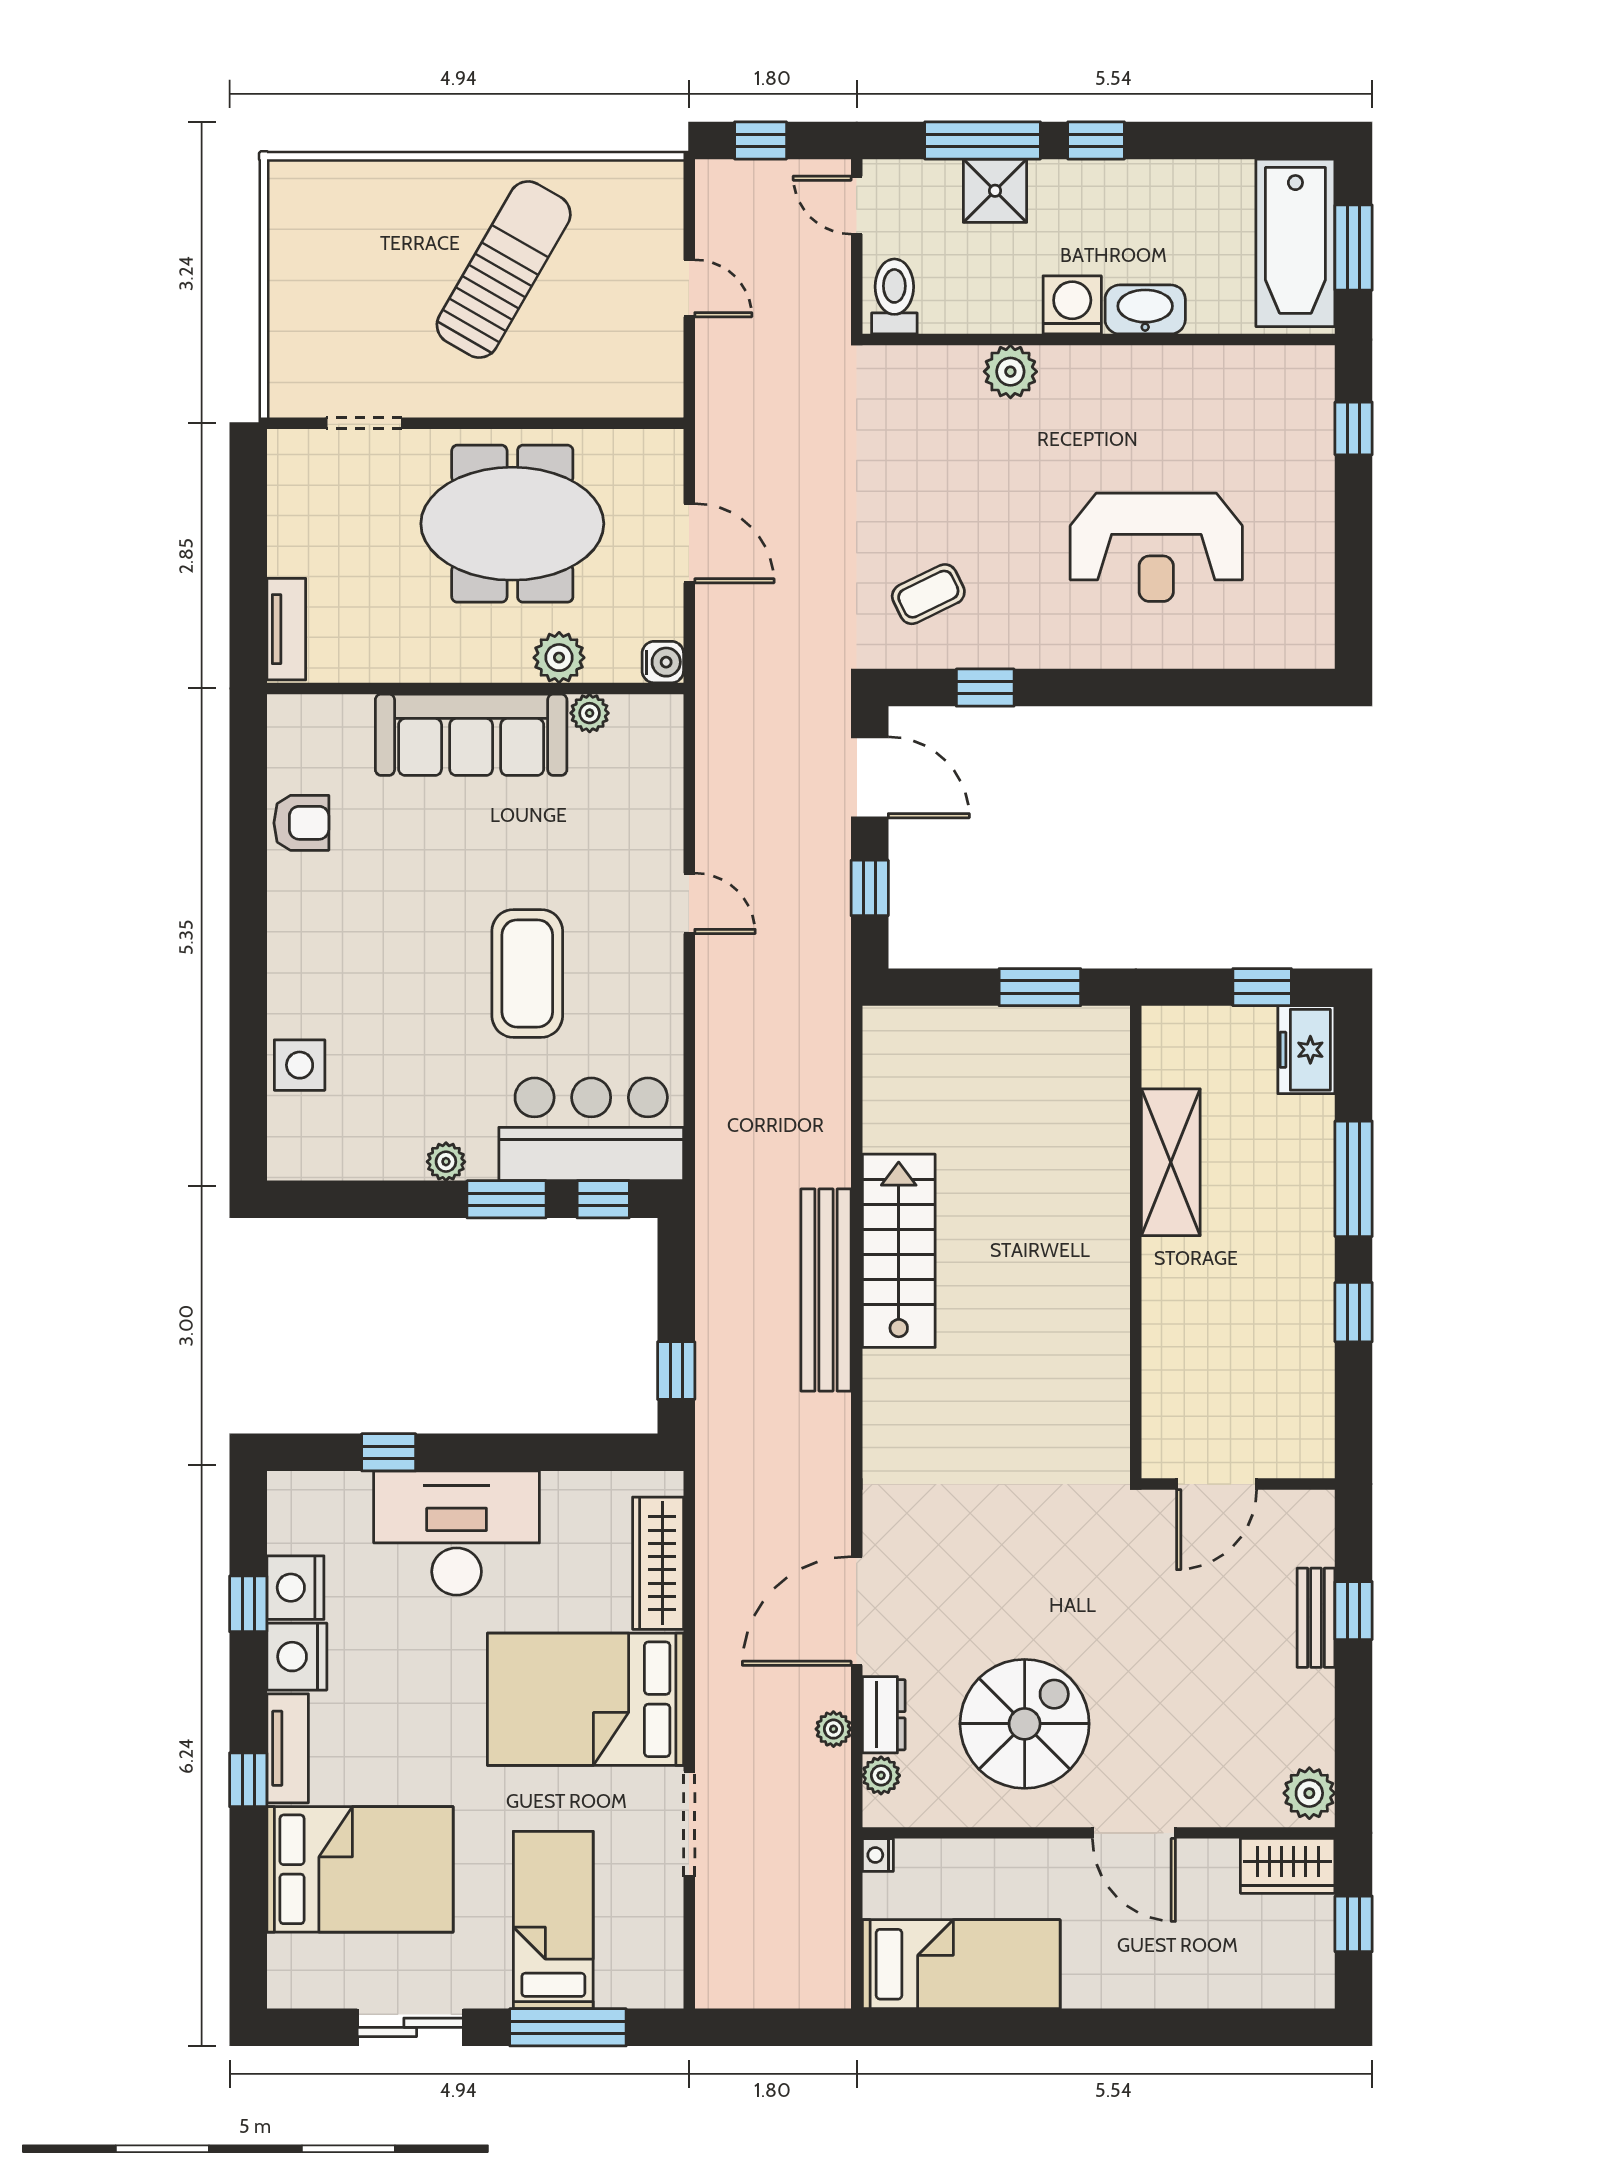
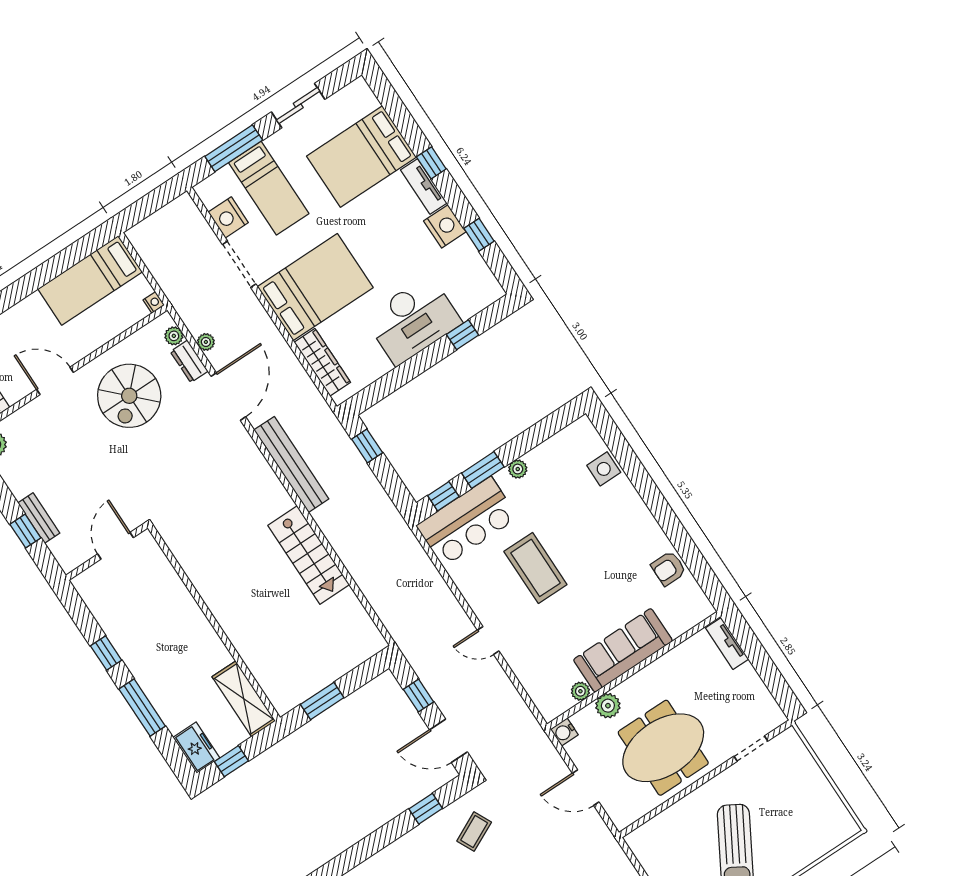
shelving: (1171, 1162) -> (244, 699), moved
bench: (826, 1290) -> (291, 464), moved
nightstand: (295, 1588) -> (228, 217), moved, turned 180

